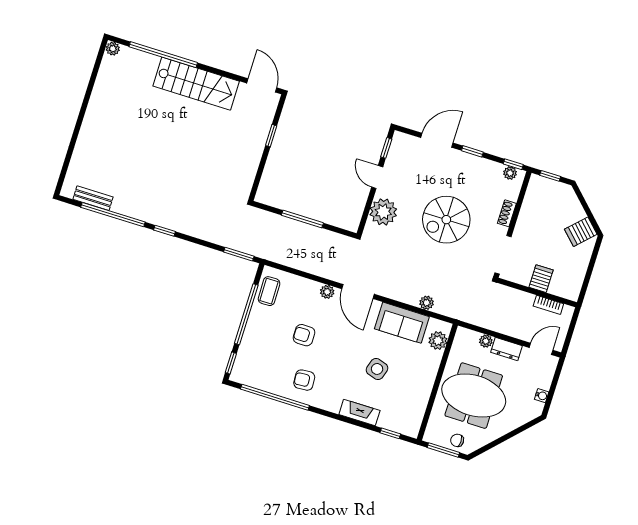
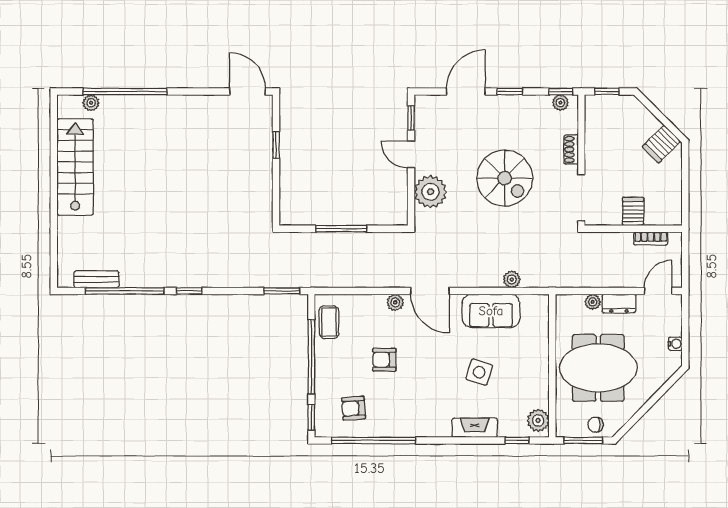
plant: (113, 49) -> (91, 103), moved
stairs: (196, 84) -> (75, 167), moved, turned -90
spiral stairs: (446, 220) -> (505, 178), turned -90
plant: (438, 341) -> (538, 420), moved
armchair: (304, 380) -> (354, 408), moved

